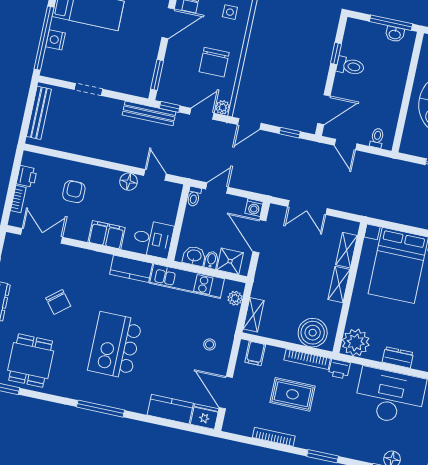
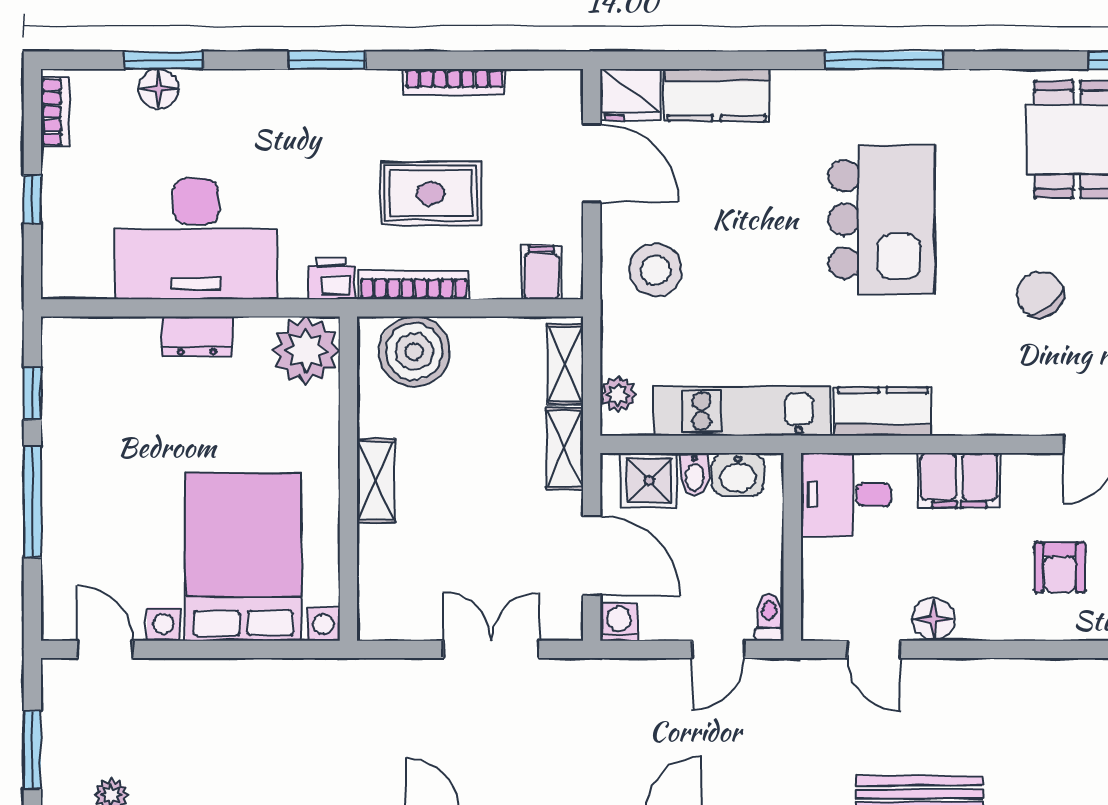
shelving: (347, 250) -> (565, 449), moved
stool: (210, 344) -> (656, 270), width x1.89, depth x1.89

